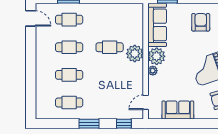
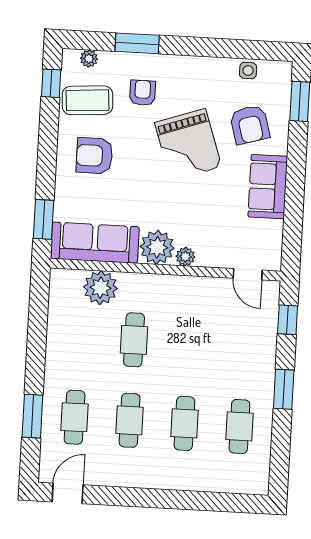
plant: (135, 54) -> (100, 288), moved
sofa: (178, 110) -> (268, 187), moved

